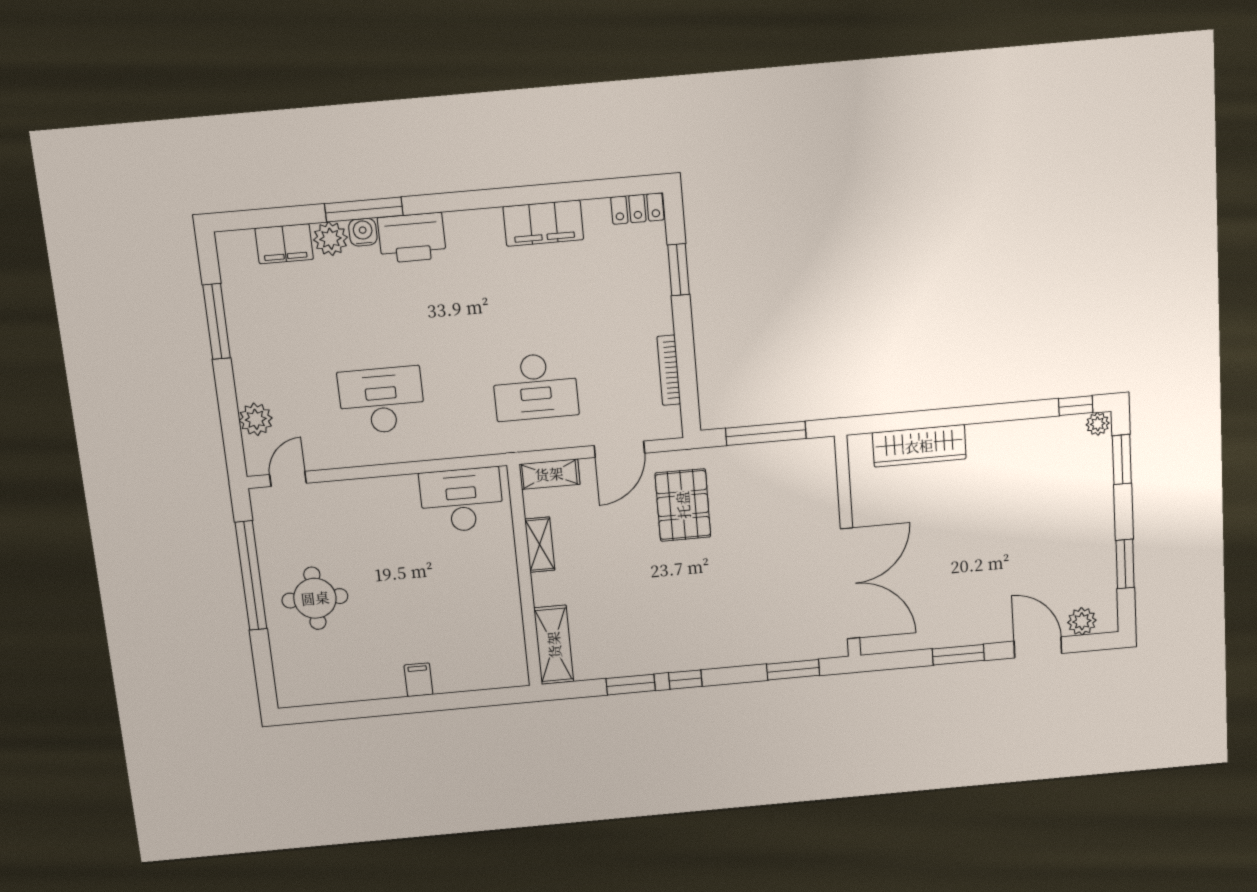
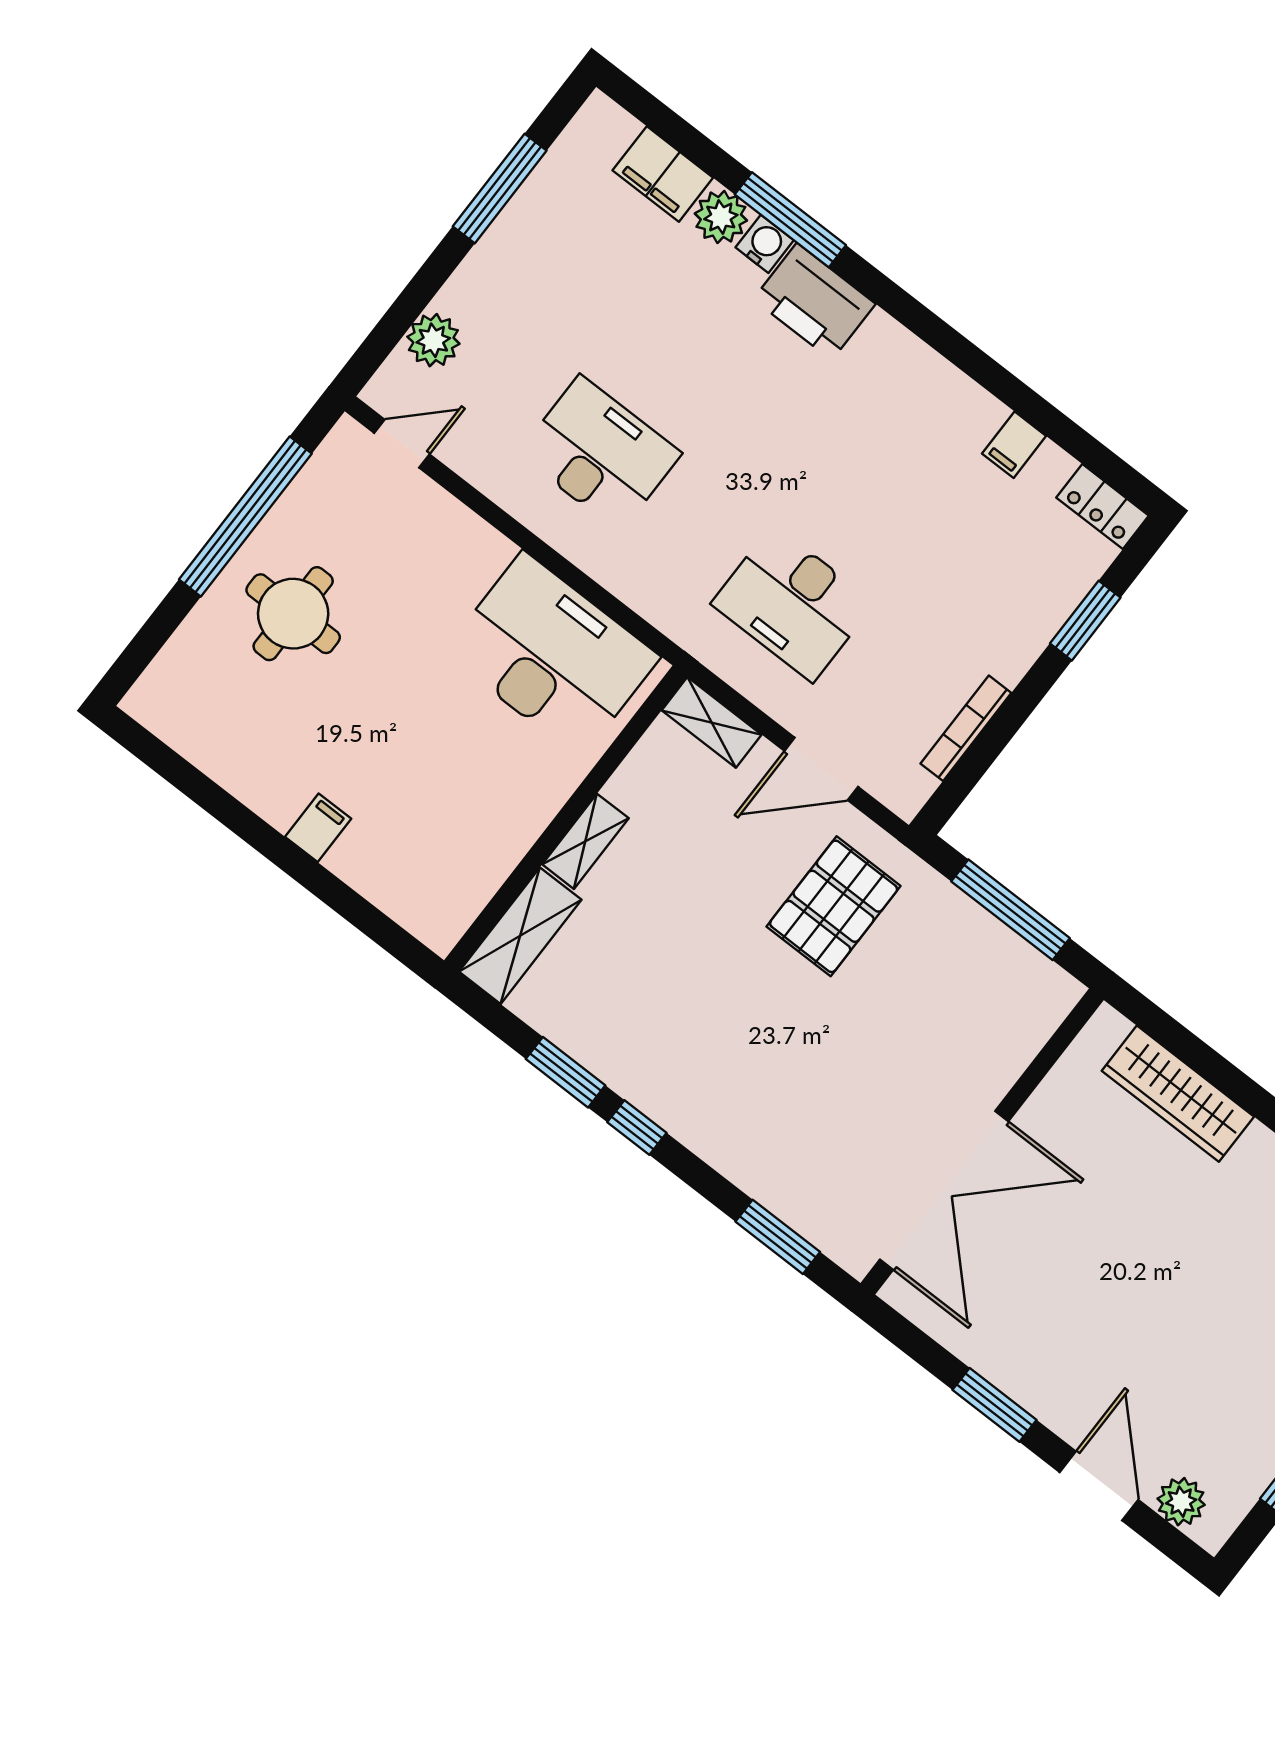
filing cabinet: (543, 223) -> (1014, 445), width x0.33, depth x0.86
desk: (462, 500) -> (552, 655), width x1.36, depth x1.30
shelving: (540, 545) -> (585, 841), moved

